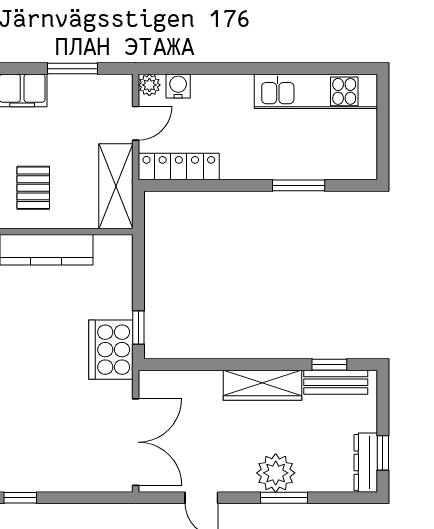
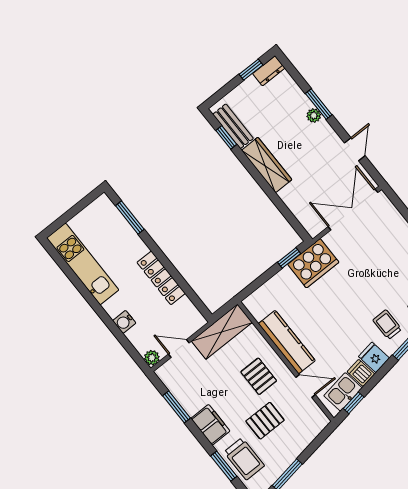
water cooler: (178, 86) -> (124, 322), moved
locker: (179, 167) -> (161, 278), moved
window: (299, 185) -> (130, 218), moved
pallet: (33, 188) -> (259, 376), turned 90
dresser: (366, 463) -> (269, 71), width x0.70
plant: (276, 473) -> (314, 116), width x0.53, depth x0.53

